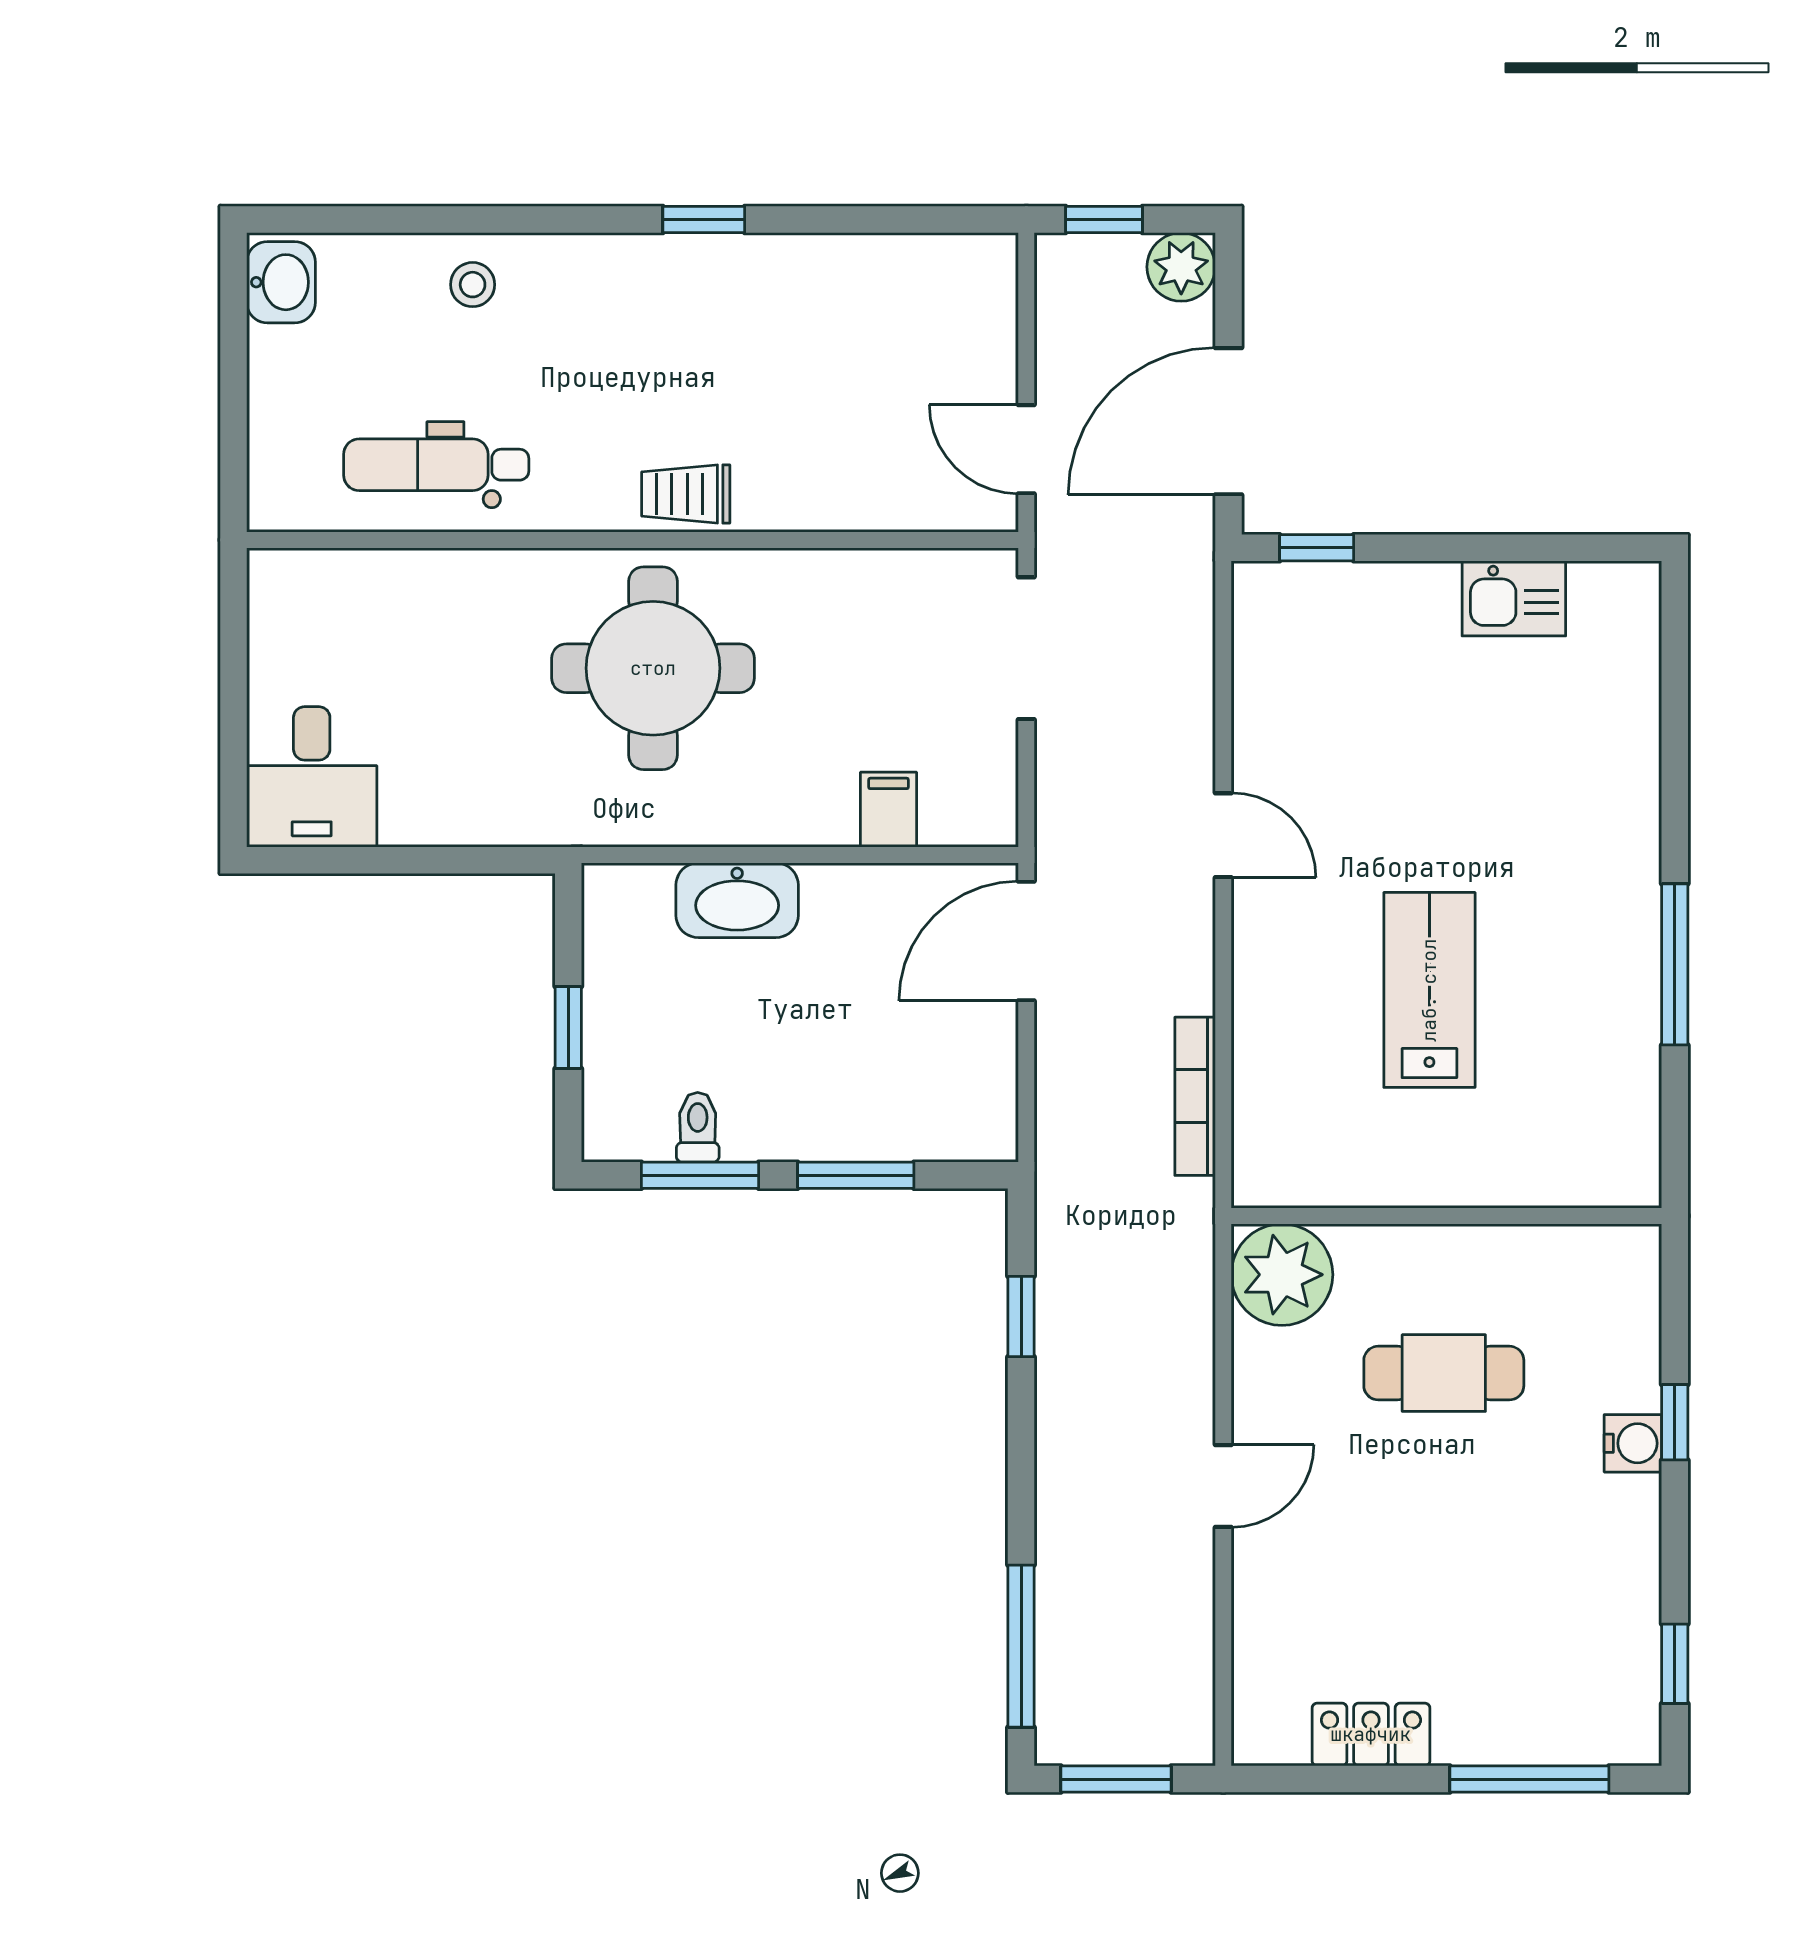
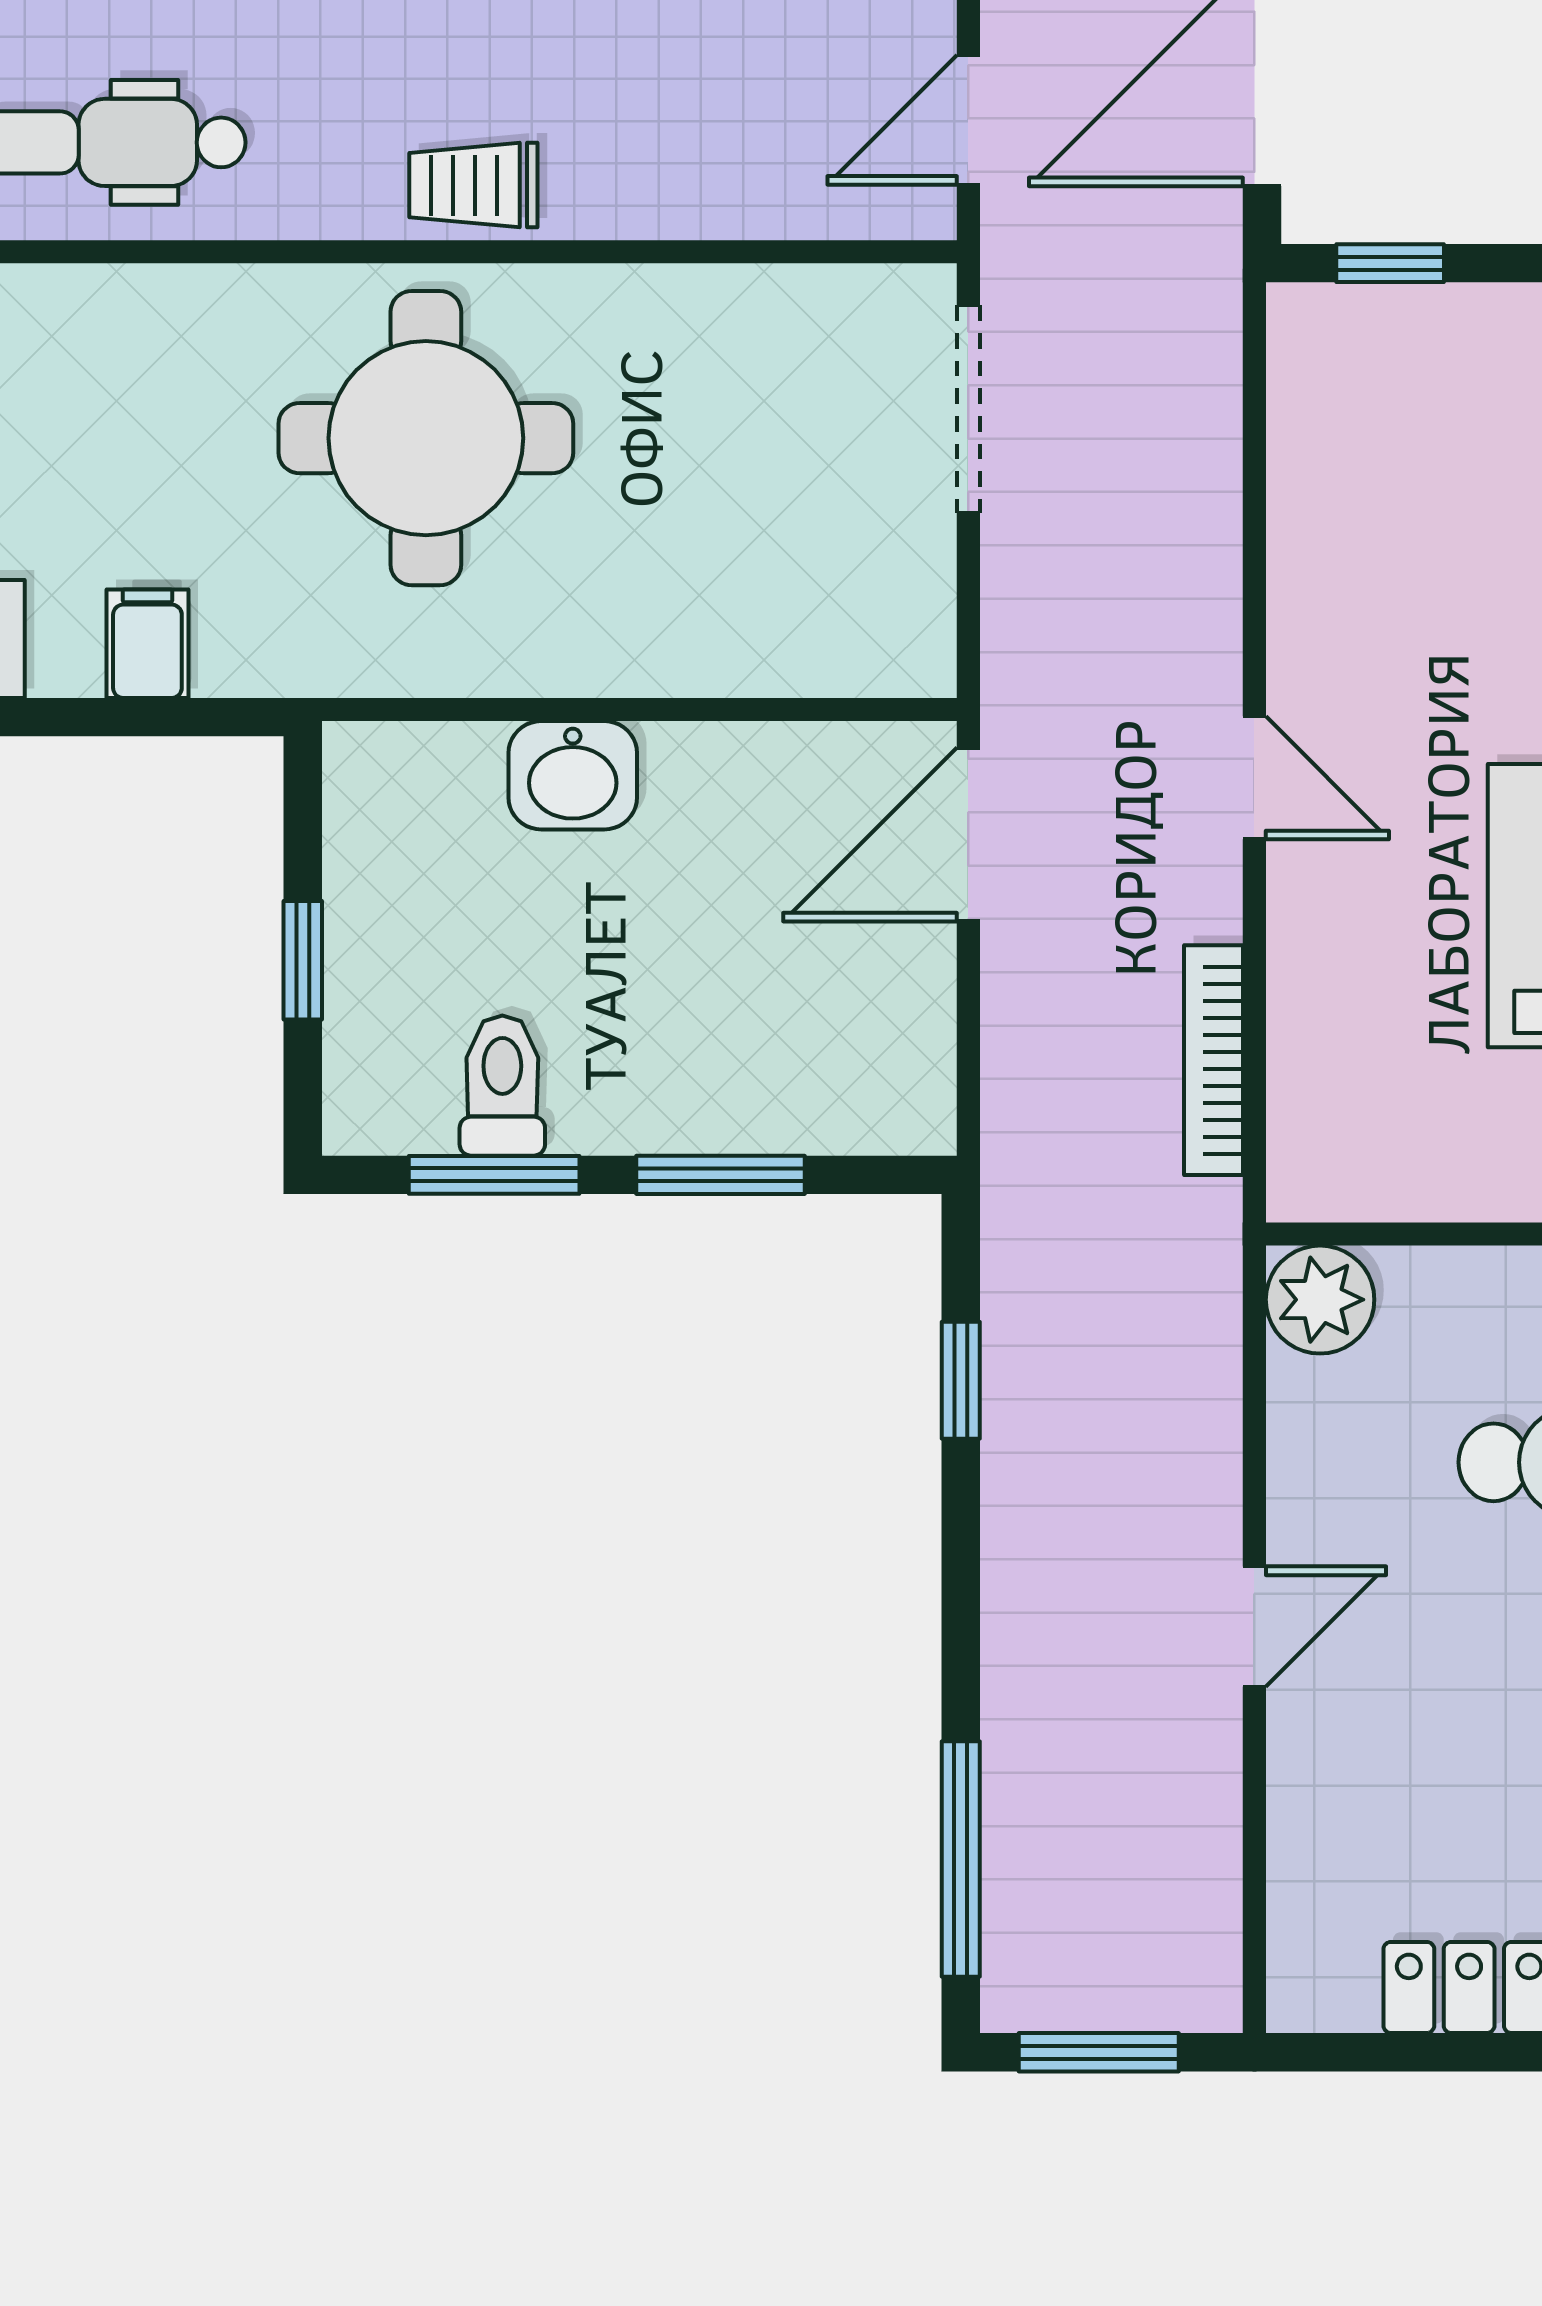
door: (1026, 449) -> (968, 120), hinge flipped
filing cabinet: (889, 810) -> (147, 644), moved
door: (1223, 835) -> (1254, 778), moved
washbasin: (737, 900) -> (573, 775), width x0.72
toilet: (698, 1127) -> (502, 1086), width x1.37, depth x1.39
plant: (1282, 1275) -> (1320, 1300), width x0.73, depth x0.73

